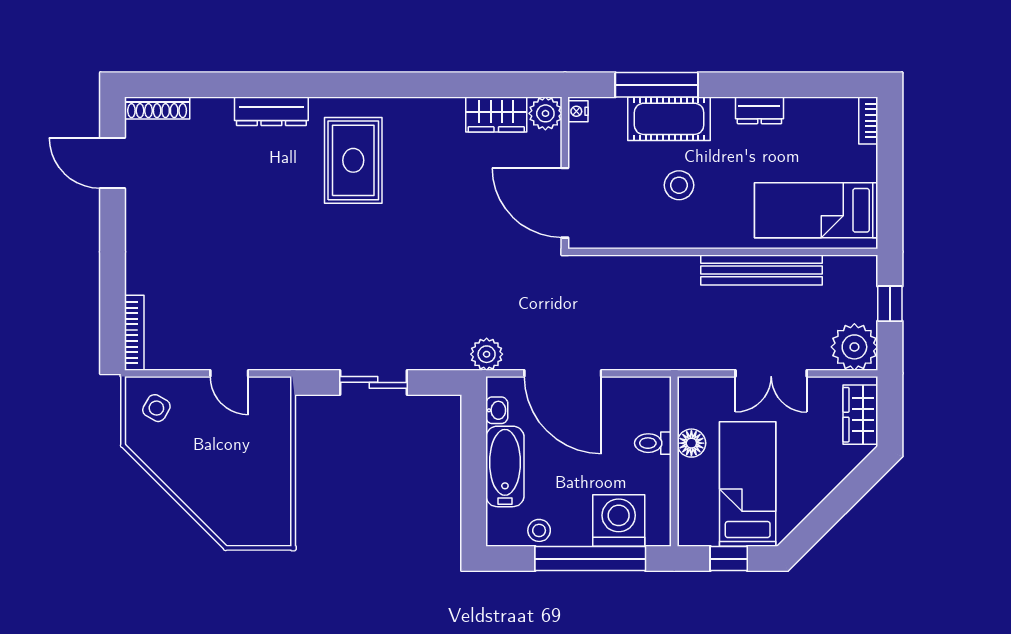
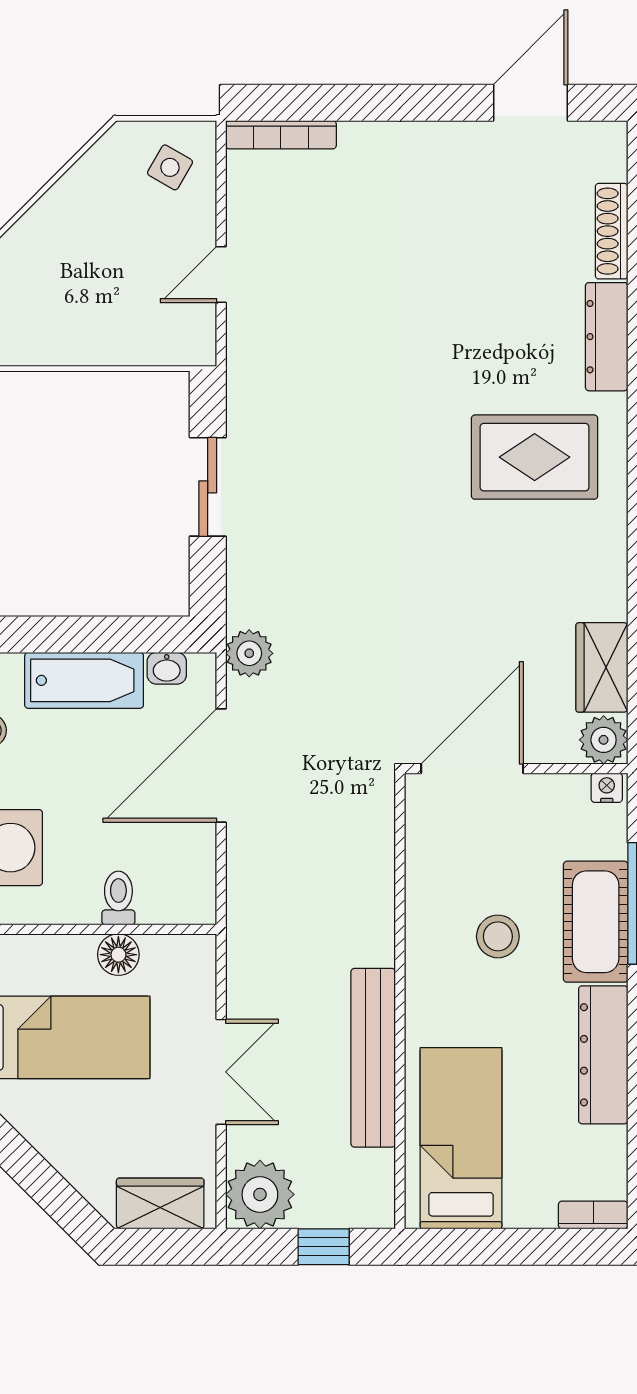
shoe rack: (157, 108) -> (612, 231), moved
dresser: (759, 110) -> (603, 1055), width x1.96, depth x1.24
double door: (771, 373) -> (221, 1072), swing flipped

